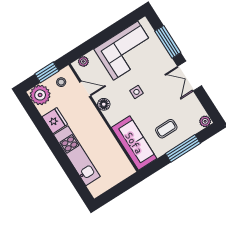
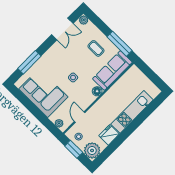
double door: (190, 76) -> (62, 29), moved
floor lamp: (104, 104) -> (97, 91), moved
window: (183, 148) -> (119, 44), moved

